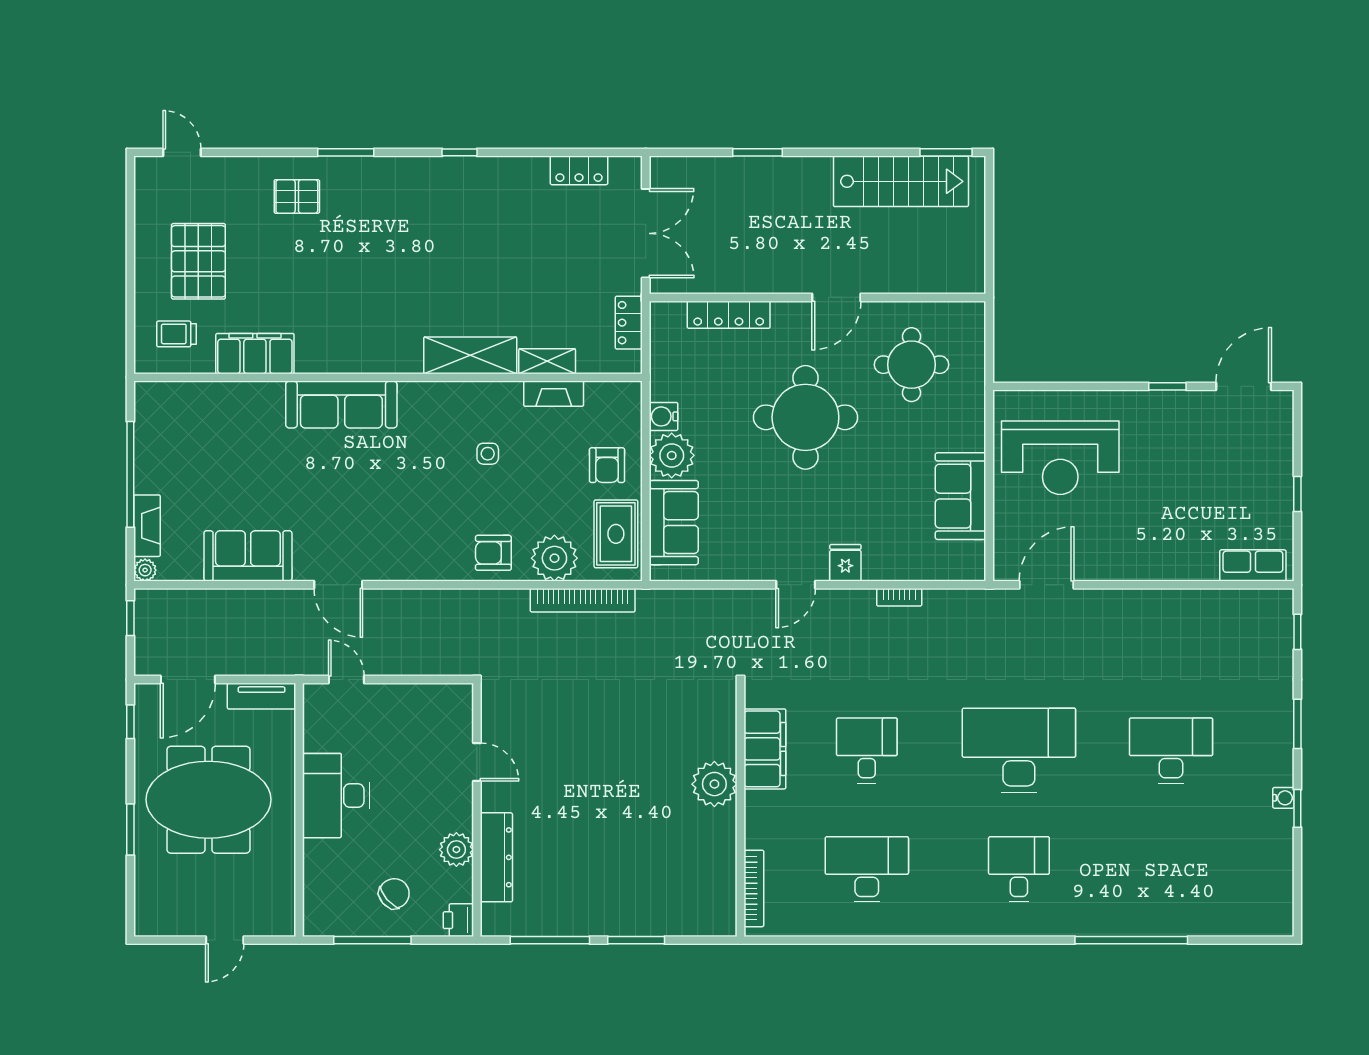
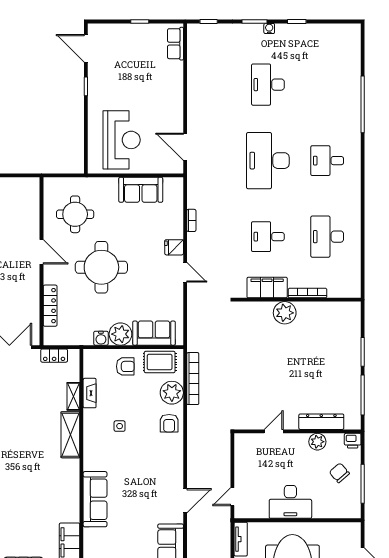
water cooler: (1283, 798) -> (269, 28), moved
bookcase: (754, 888) -> (307, 293), moved

